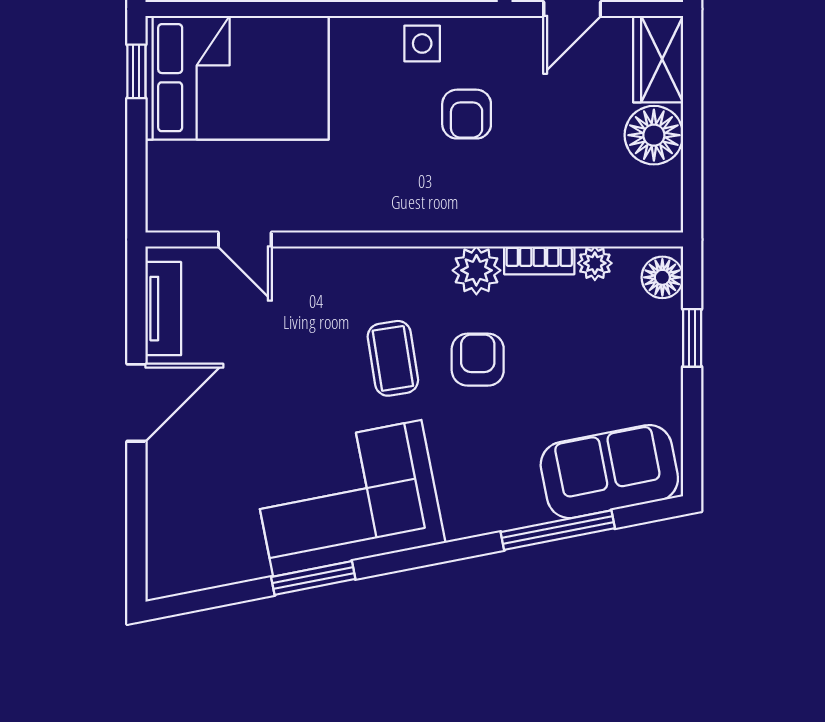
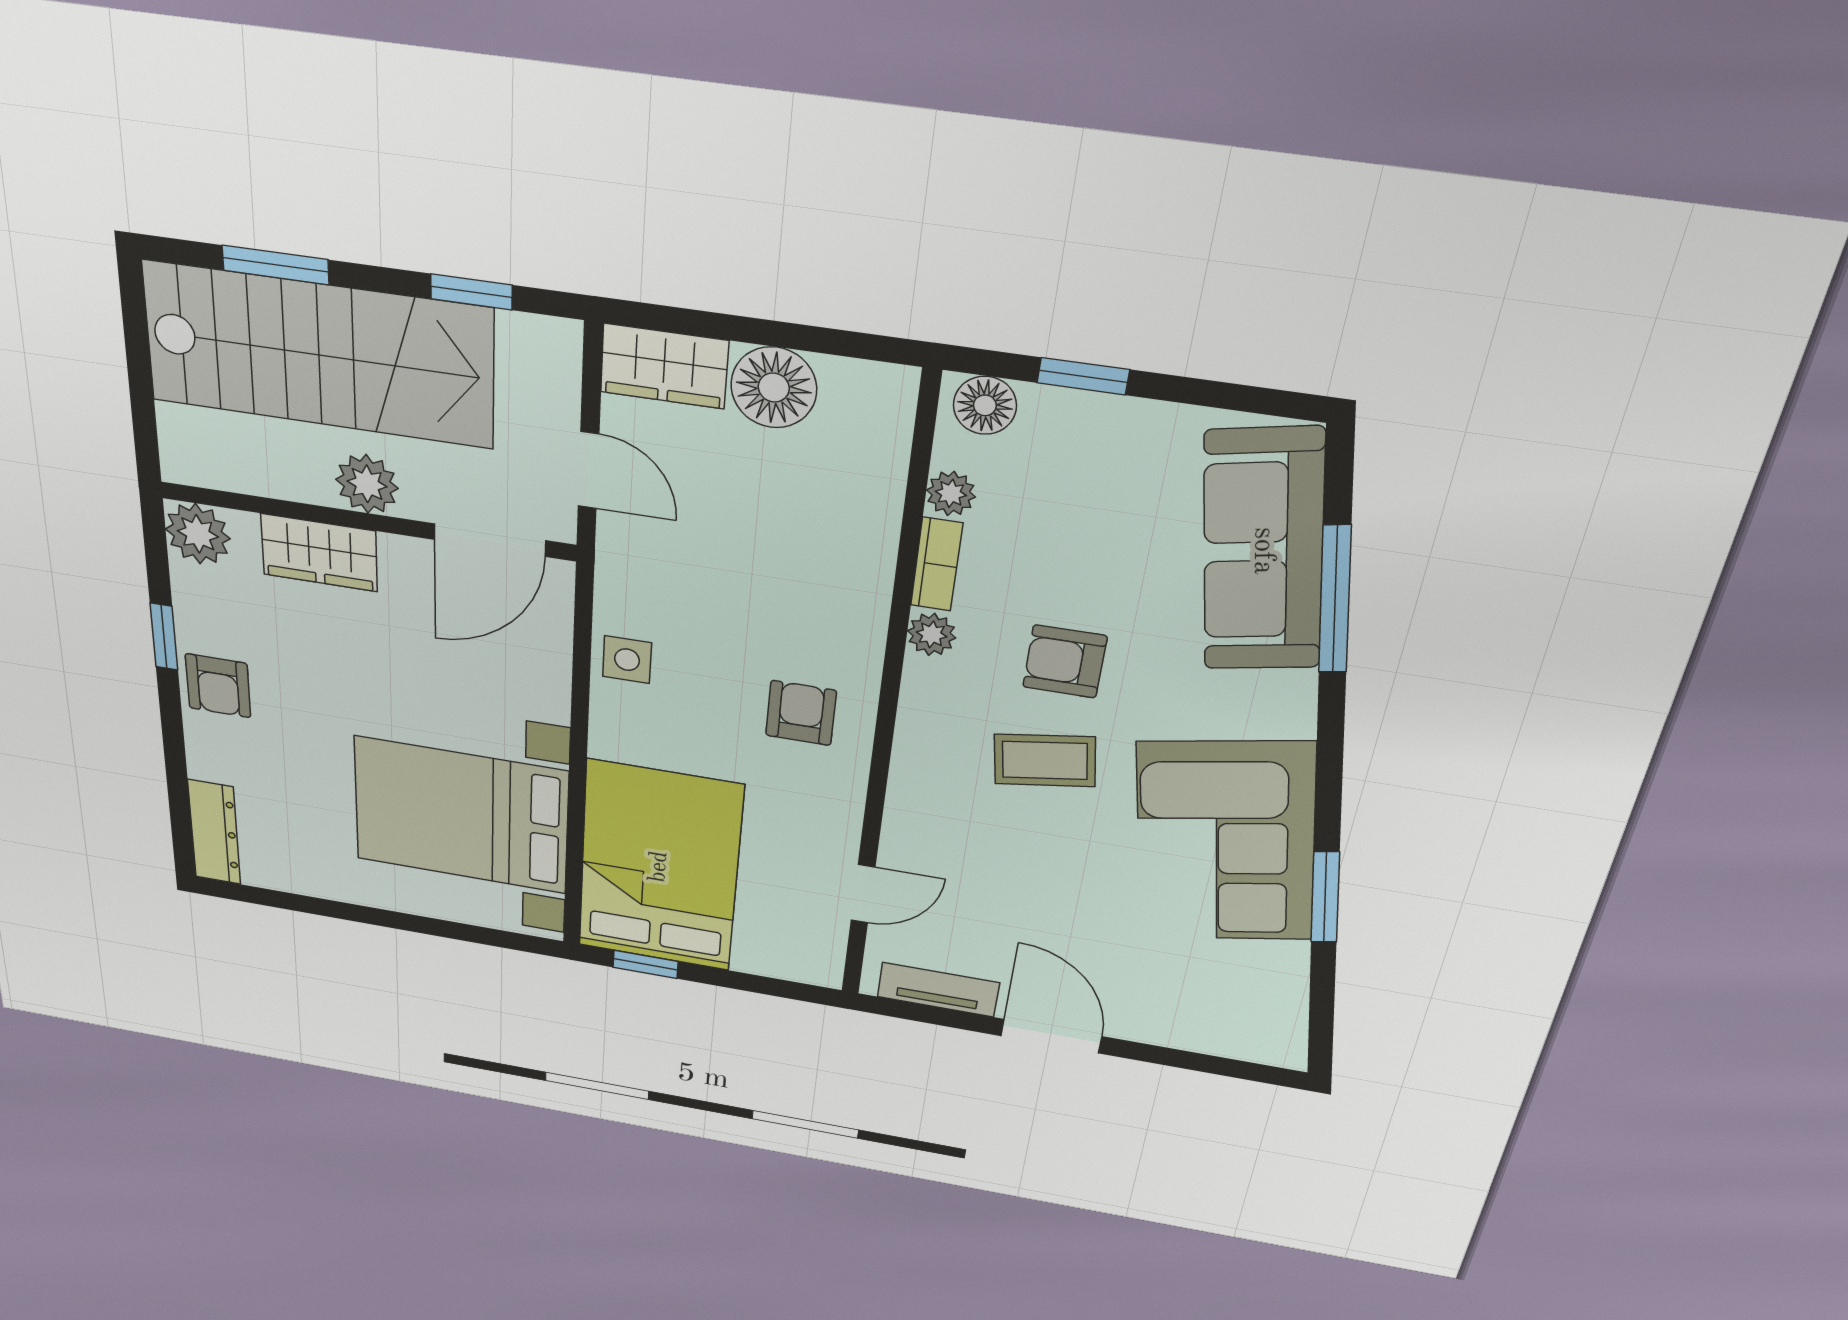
armchair: (467, 114) -> (801, 713), moved, turned -90
plant: (476, 270) -> (932, 634), width x0.73, depth x0.73
sofa: (609, 472) -> (1263, 551), width x1.36

